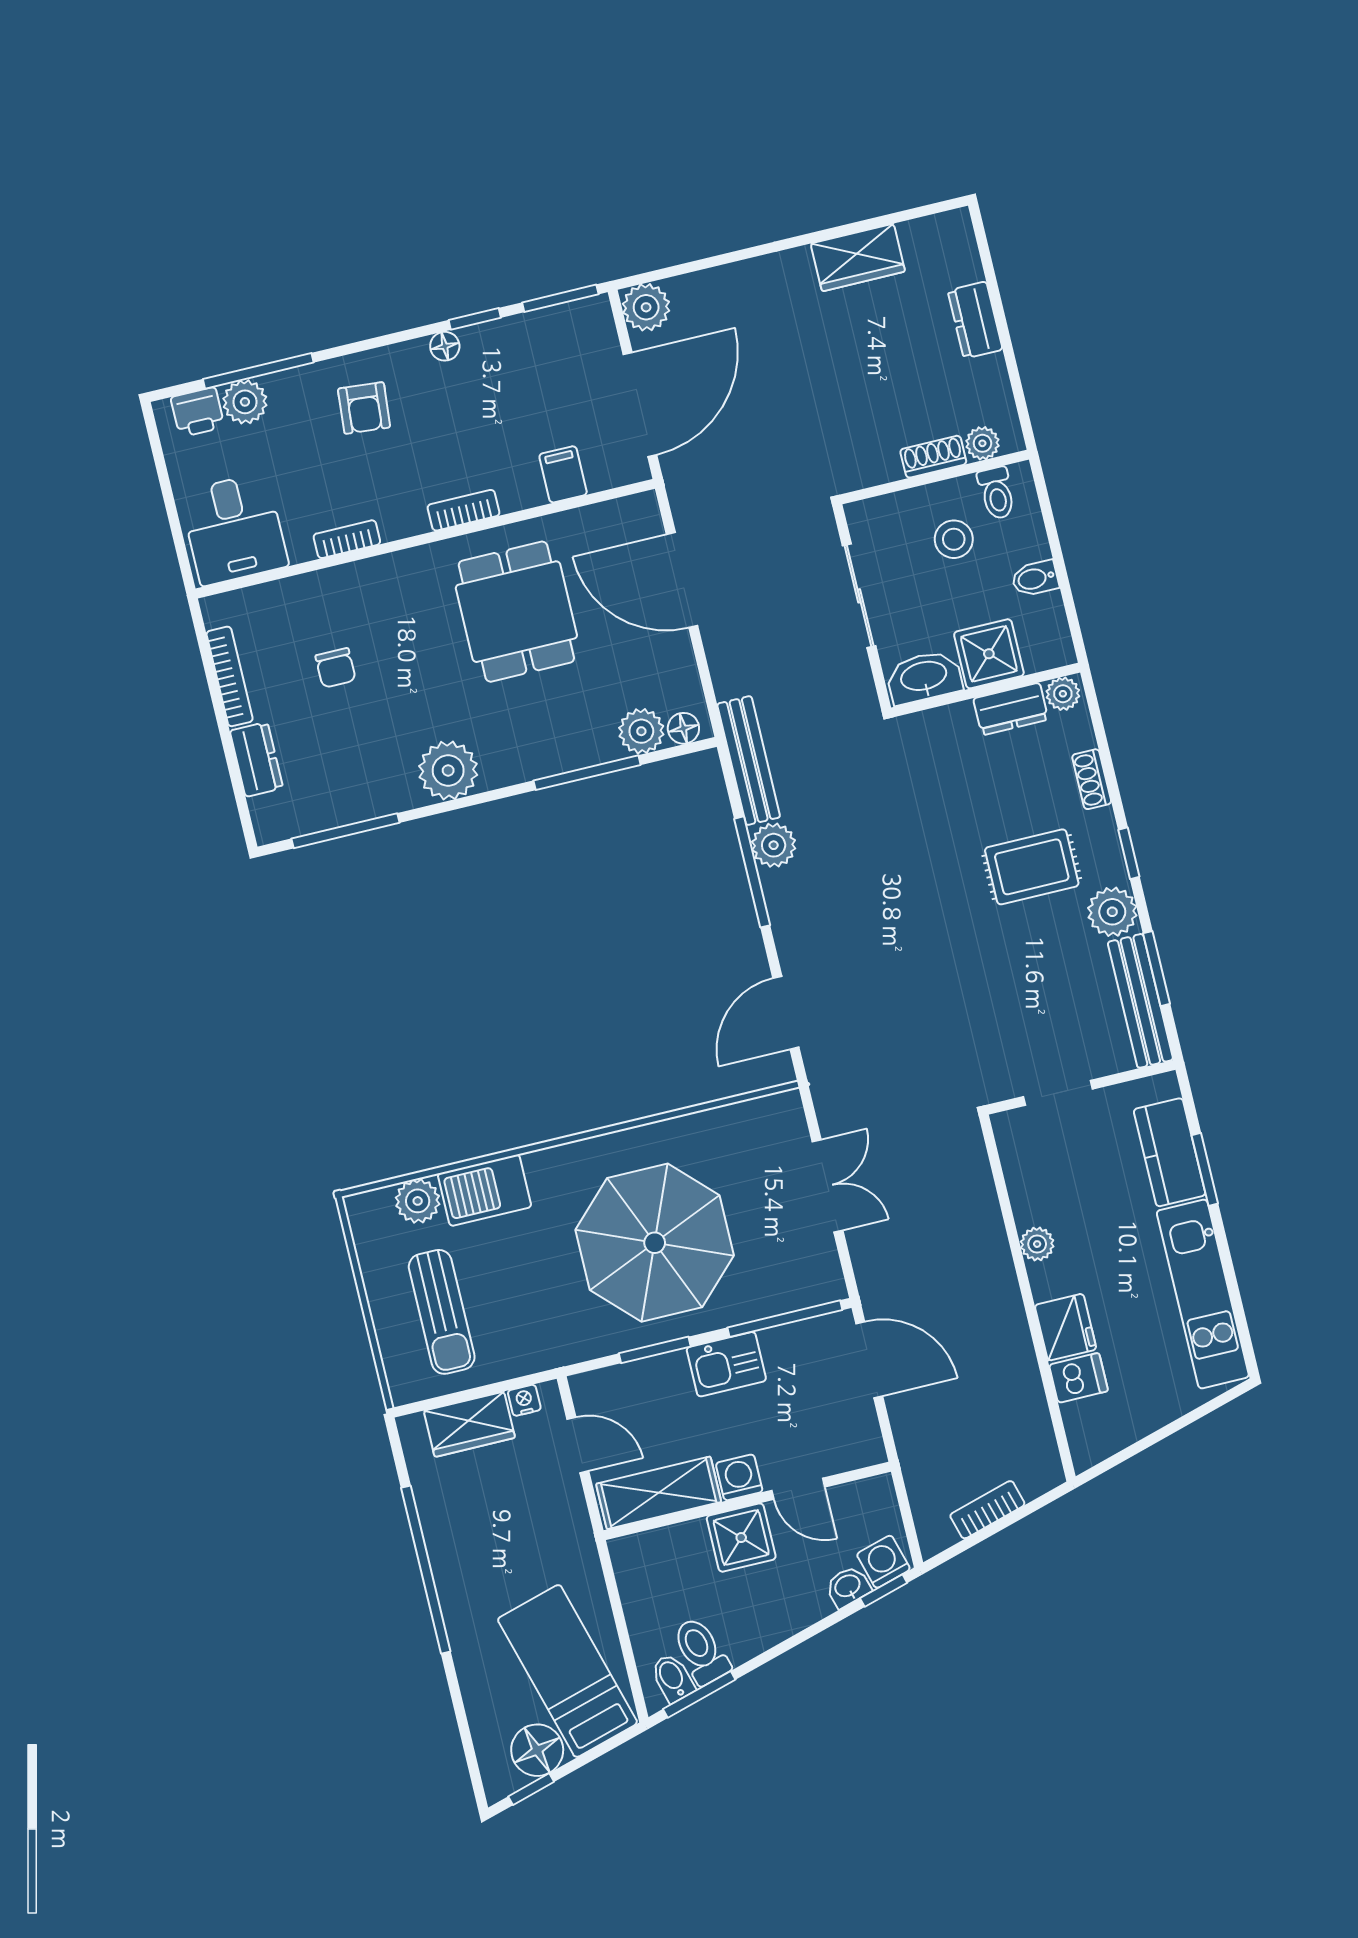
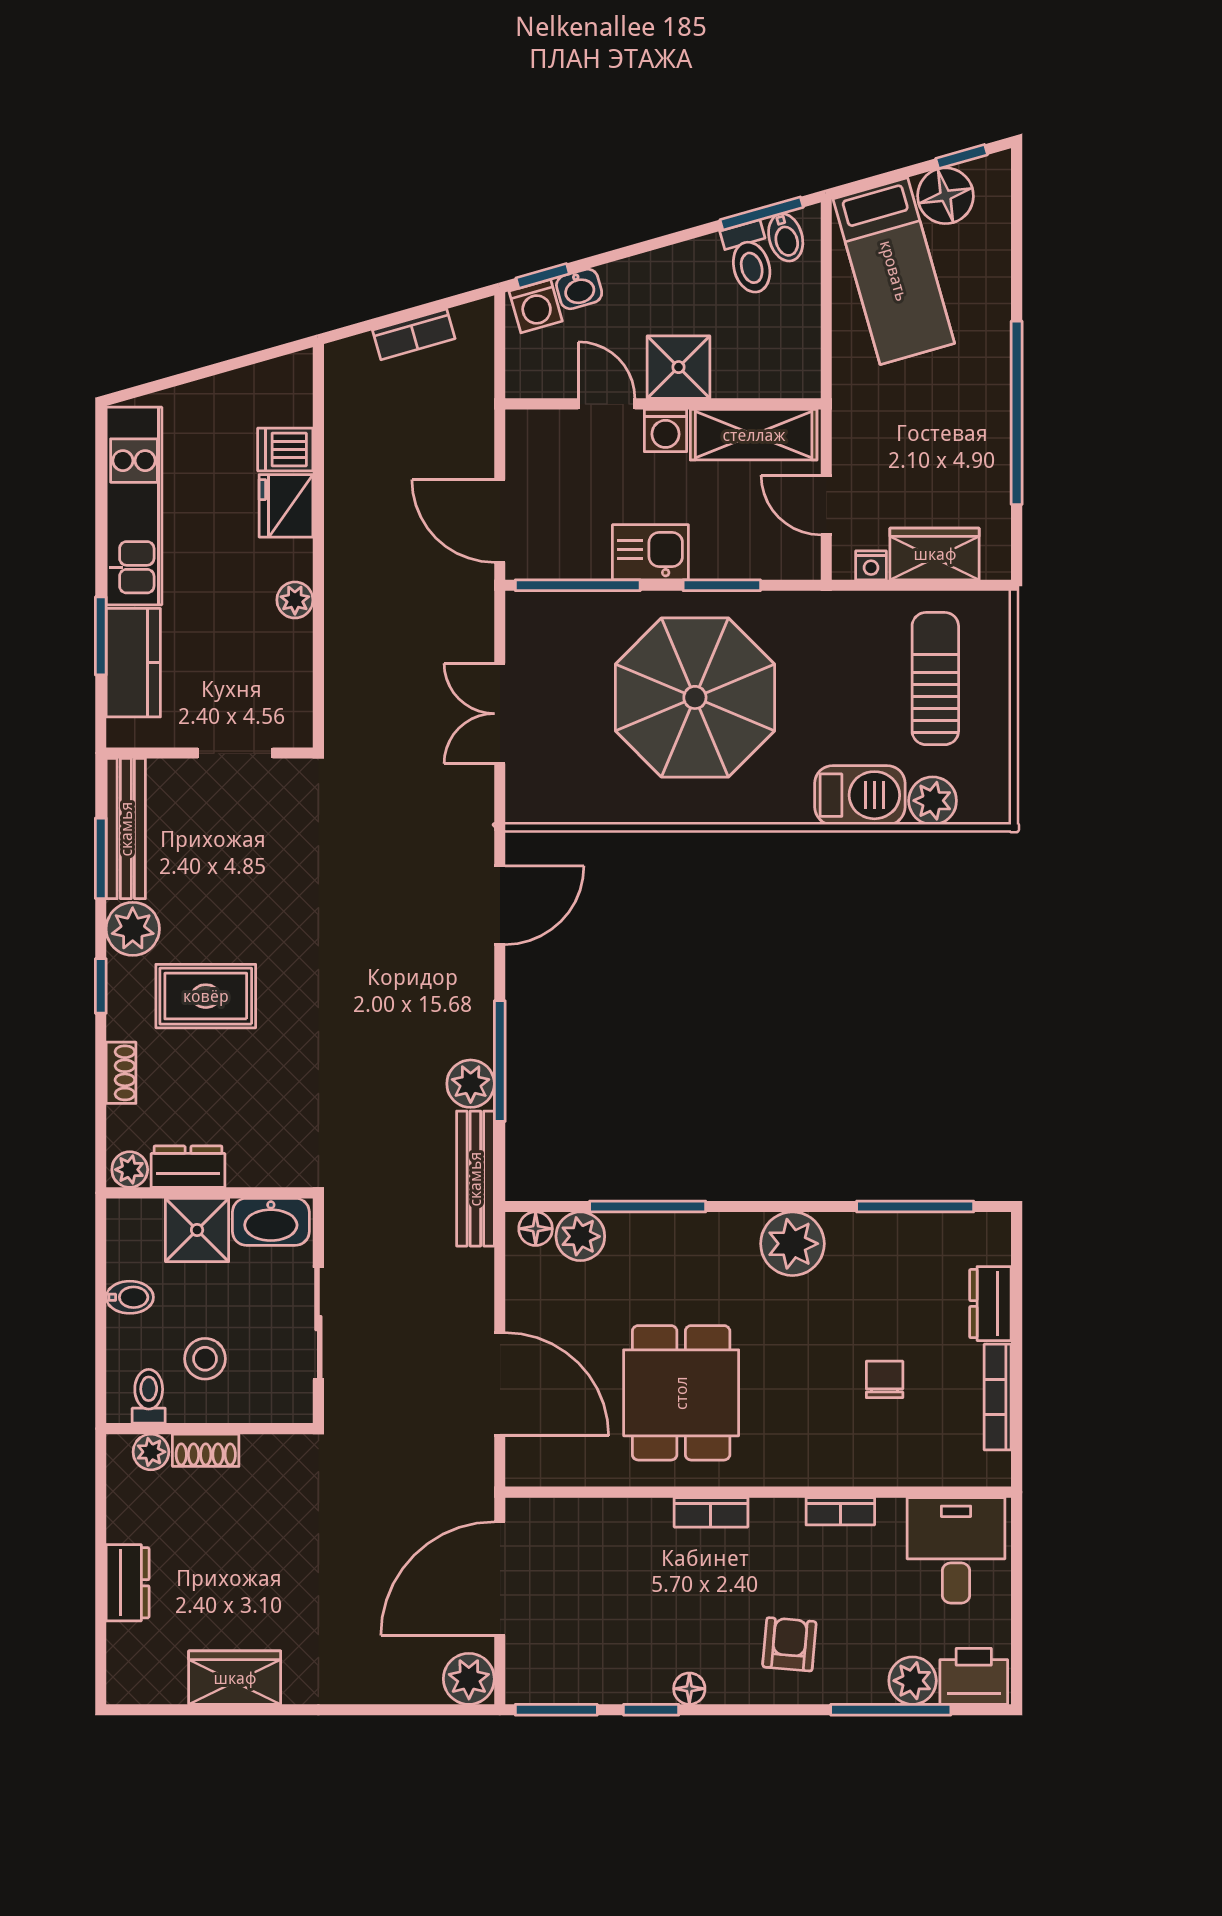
printer: (198, 412) -> (974, 1676), width x1.36, depth x1.24
filing cabinet: (563, 474) -> (598, 1525), removed

